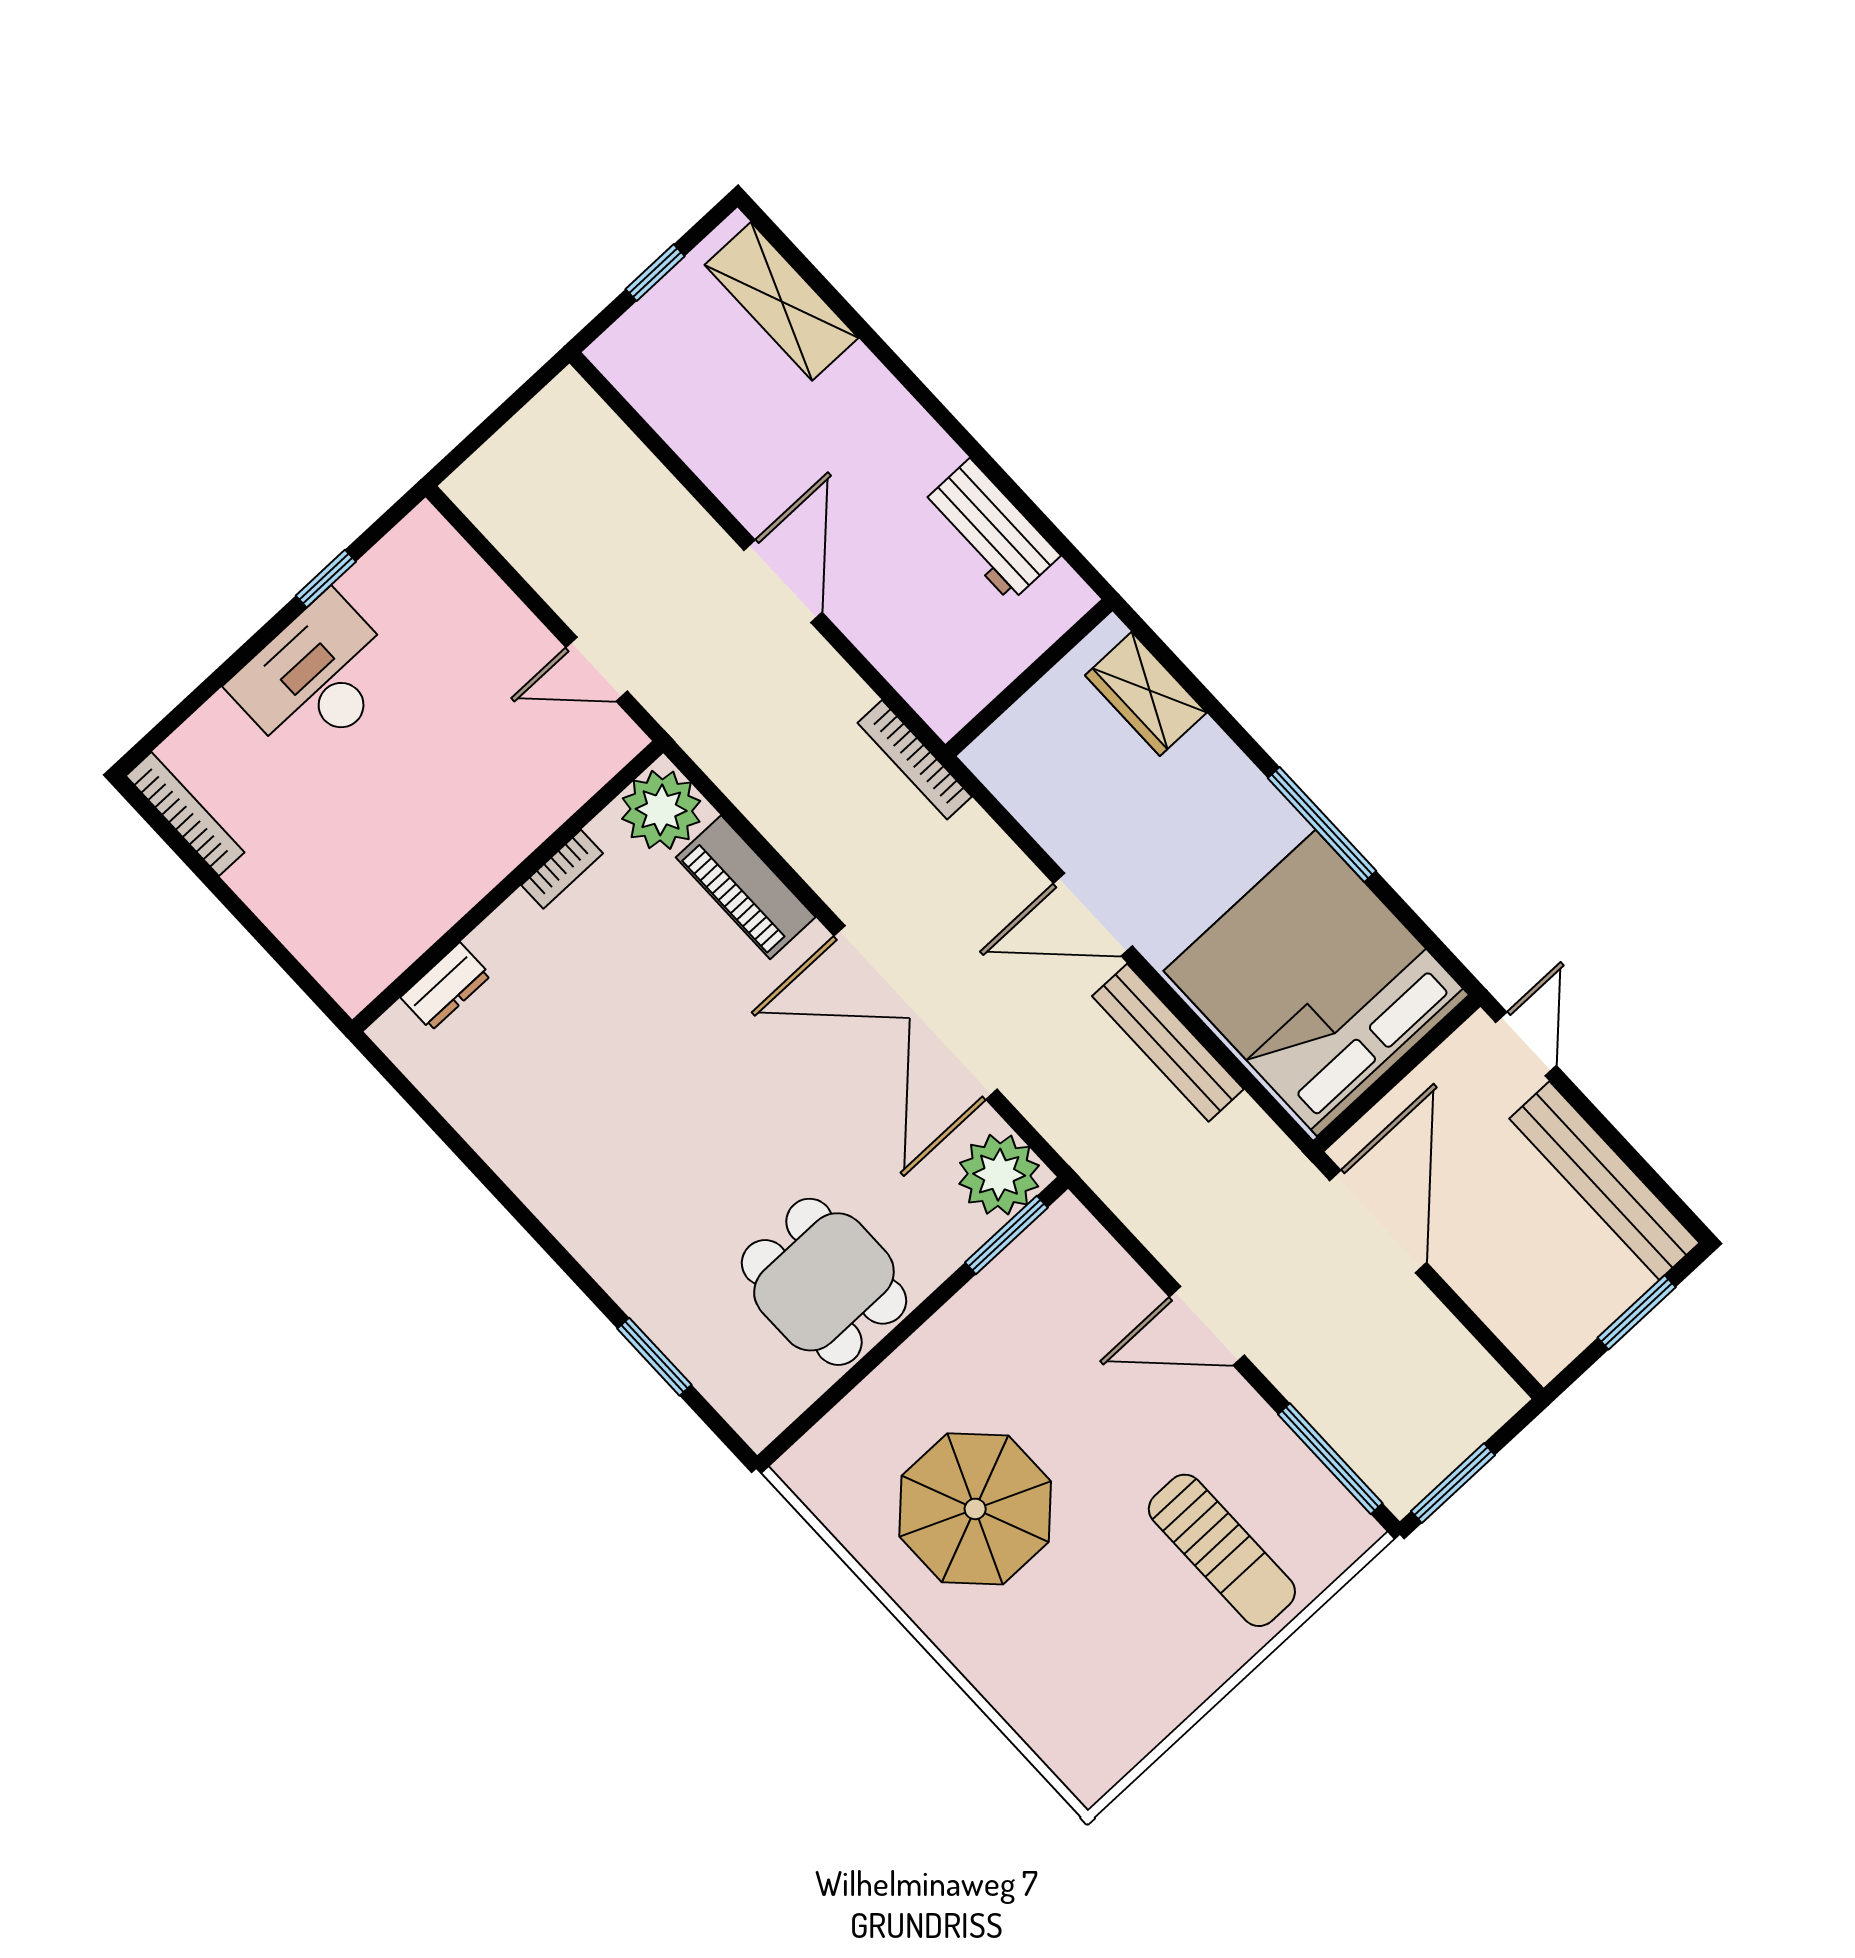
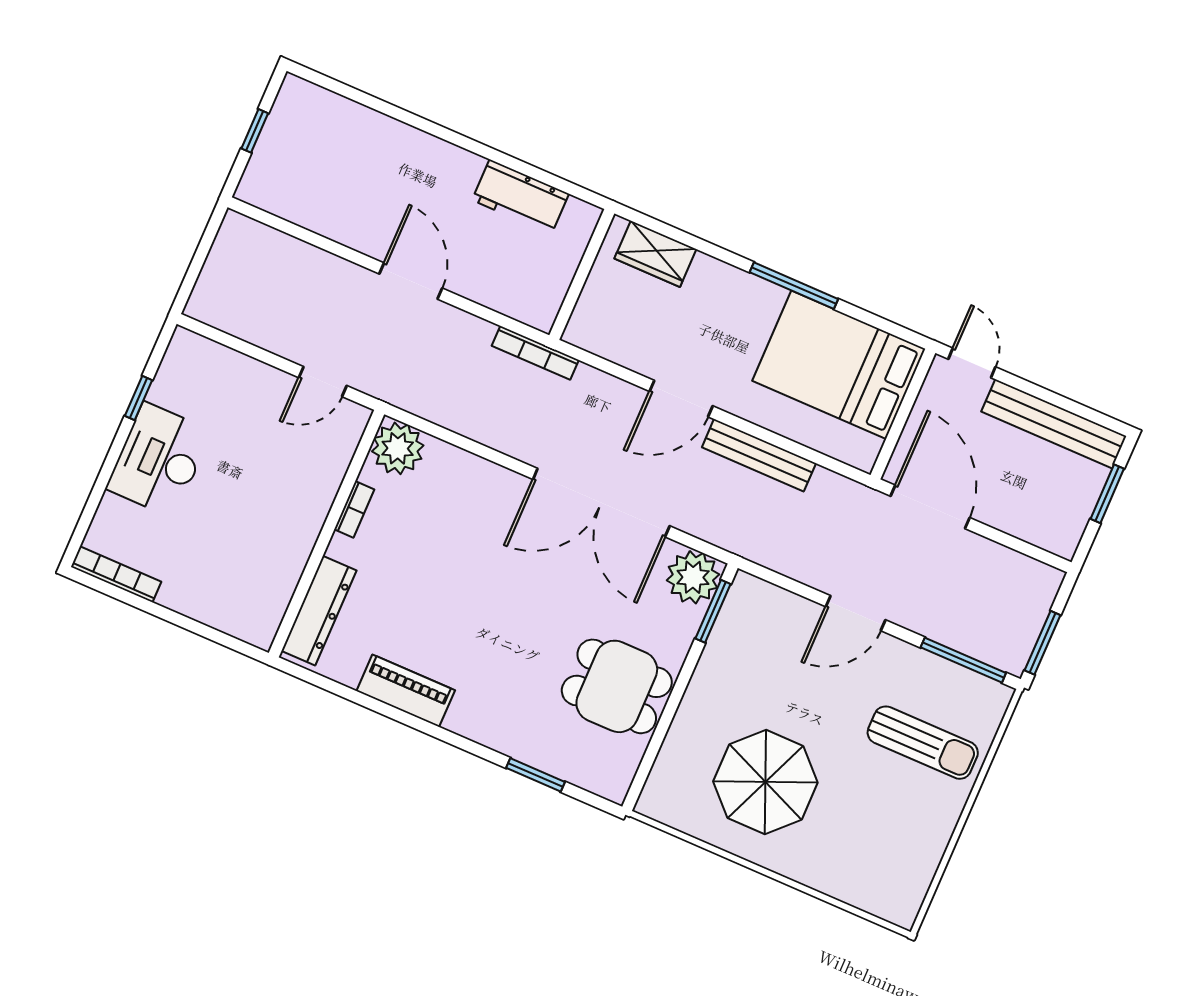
shelving: (781, 301) -> (337, 115), removed
piano: (746, 887) -> (406, 691), moved, turned 180
bed: (1316, 983) -> (839, 365), width x0.73
dresser: (446, 986) -> (319, 611), width x1.96, depth x1.24

